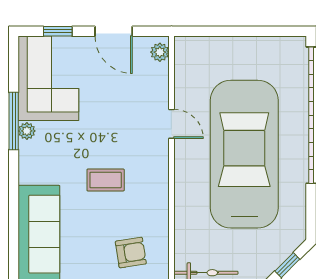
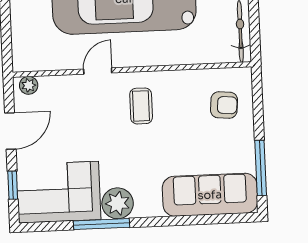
plant: (27, 131) -> (118, 203), width x1.88, depth x1.88
coffee table: (106, 180) -> (141, 106), moved
armchair: (131, 253) -> (224, 105), turned 104

